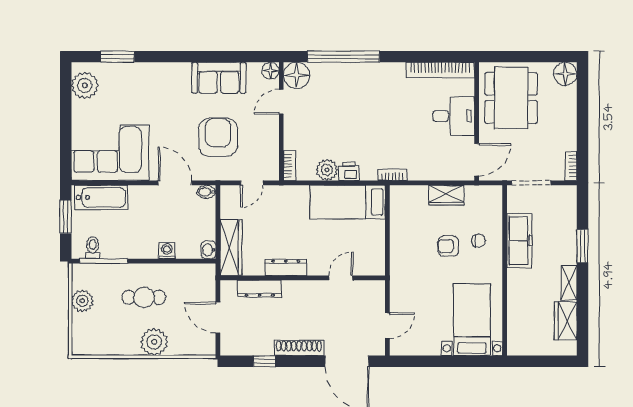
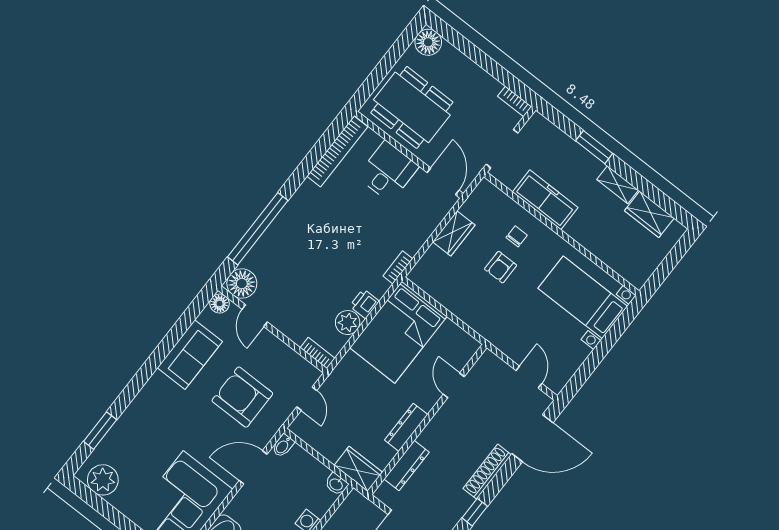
bed: (348, 202) -> (398, 332), width x1.50
wardrobe: (231, 247) -> (358, 469), width x0.67

